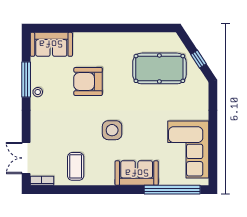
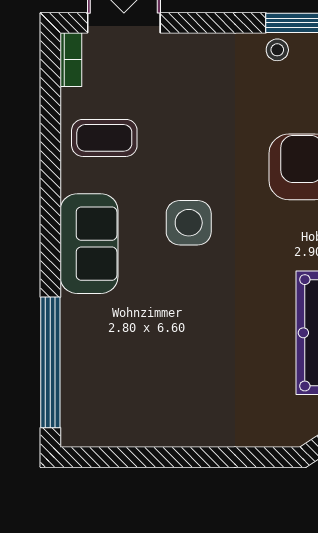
corner sofa: (188, 149) -> (144, 400), removed
sofa: (137, 173) -> (89, 244), moved

